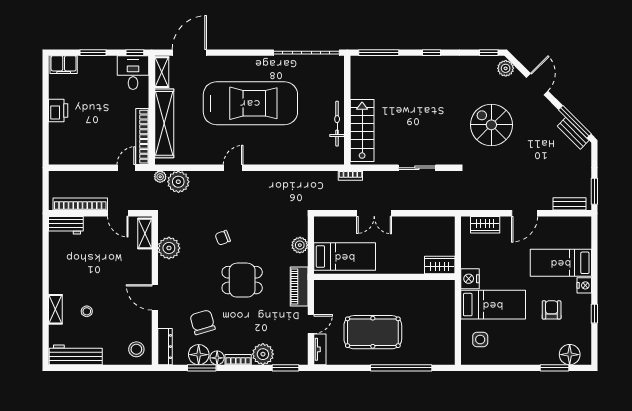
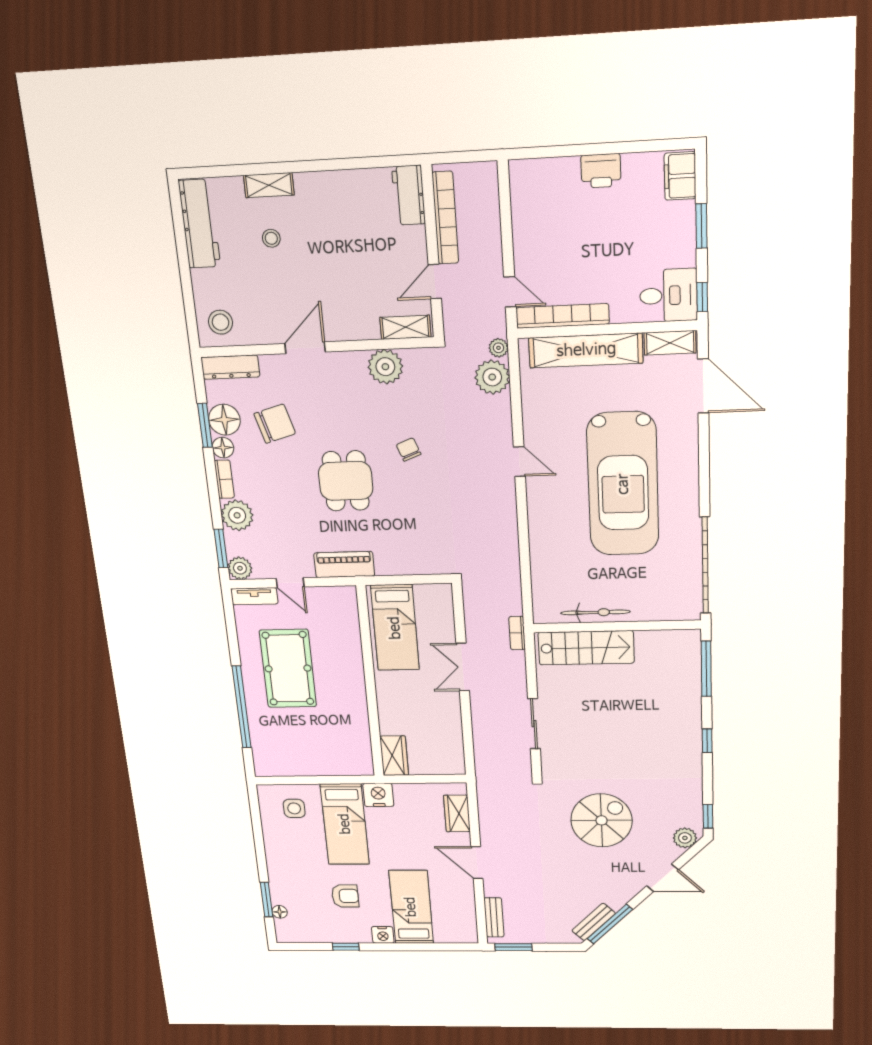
plant: (300, 245) -> (240, 568), moved
floor lamp: (570, 355) -> (280, 912), width x0.53, depth x0.53

